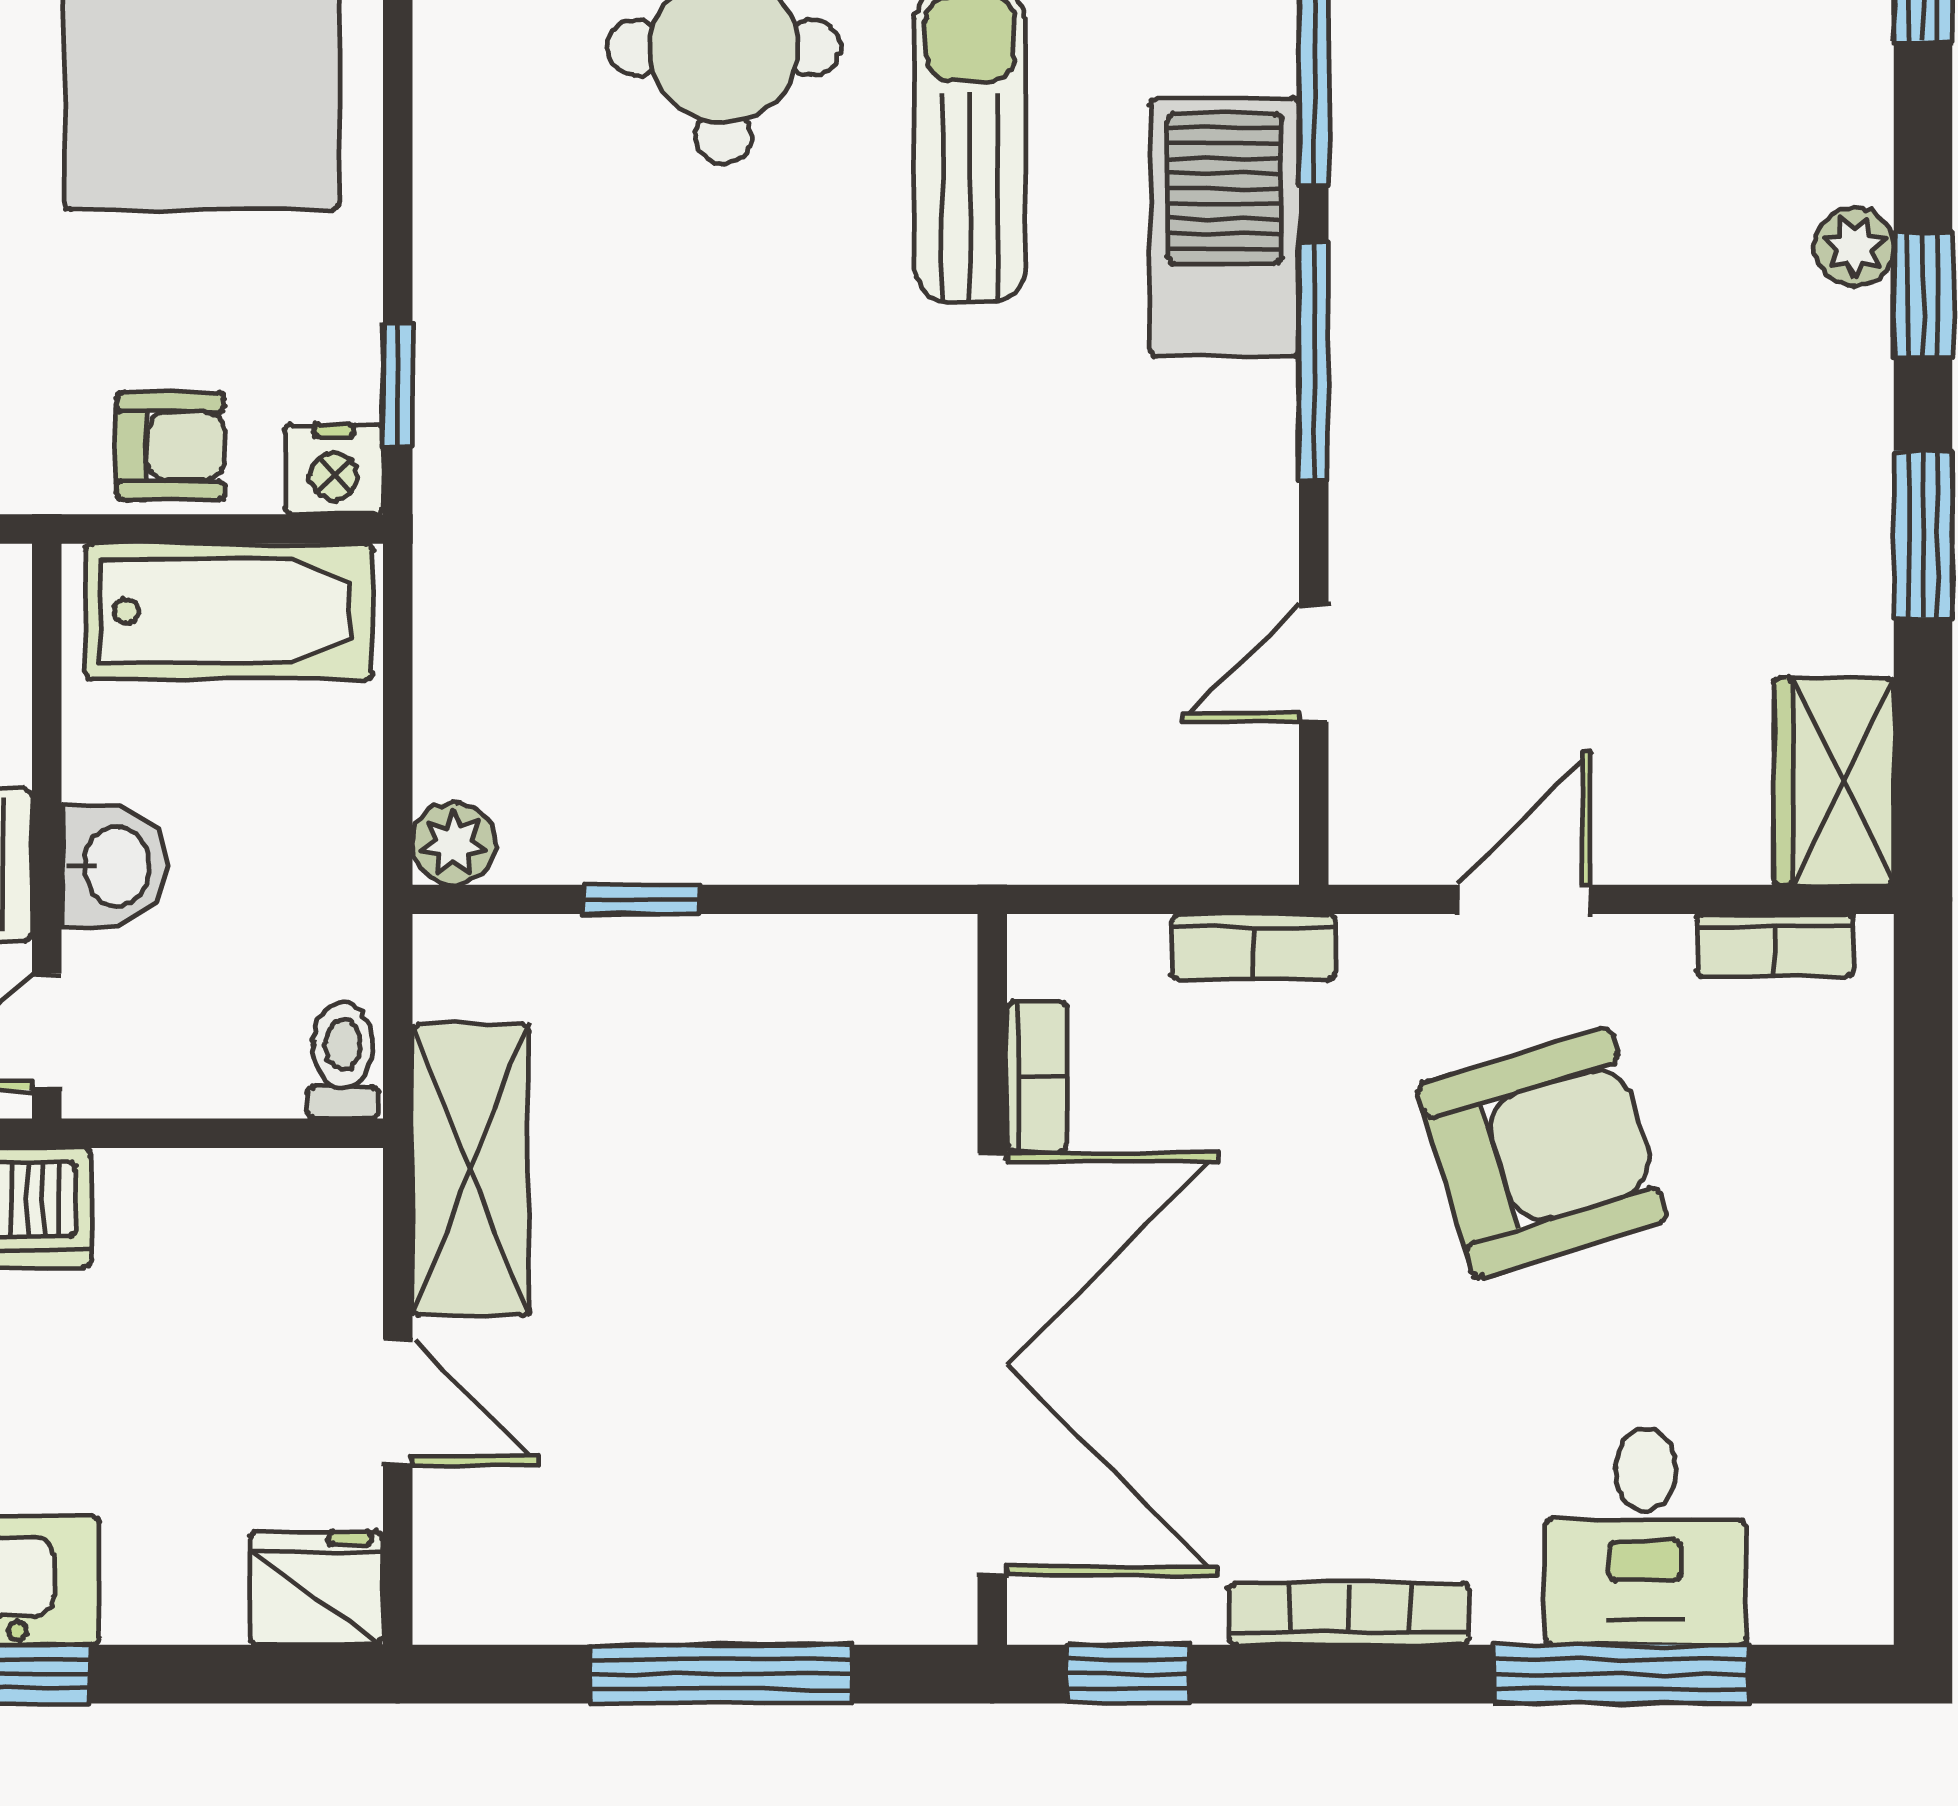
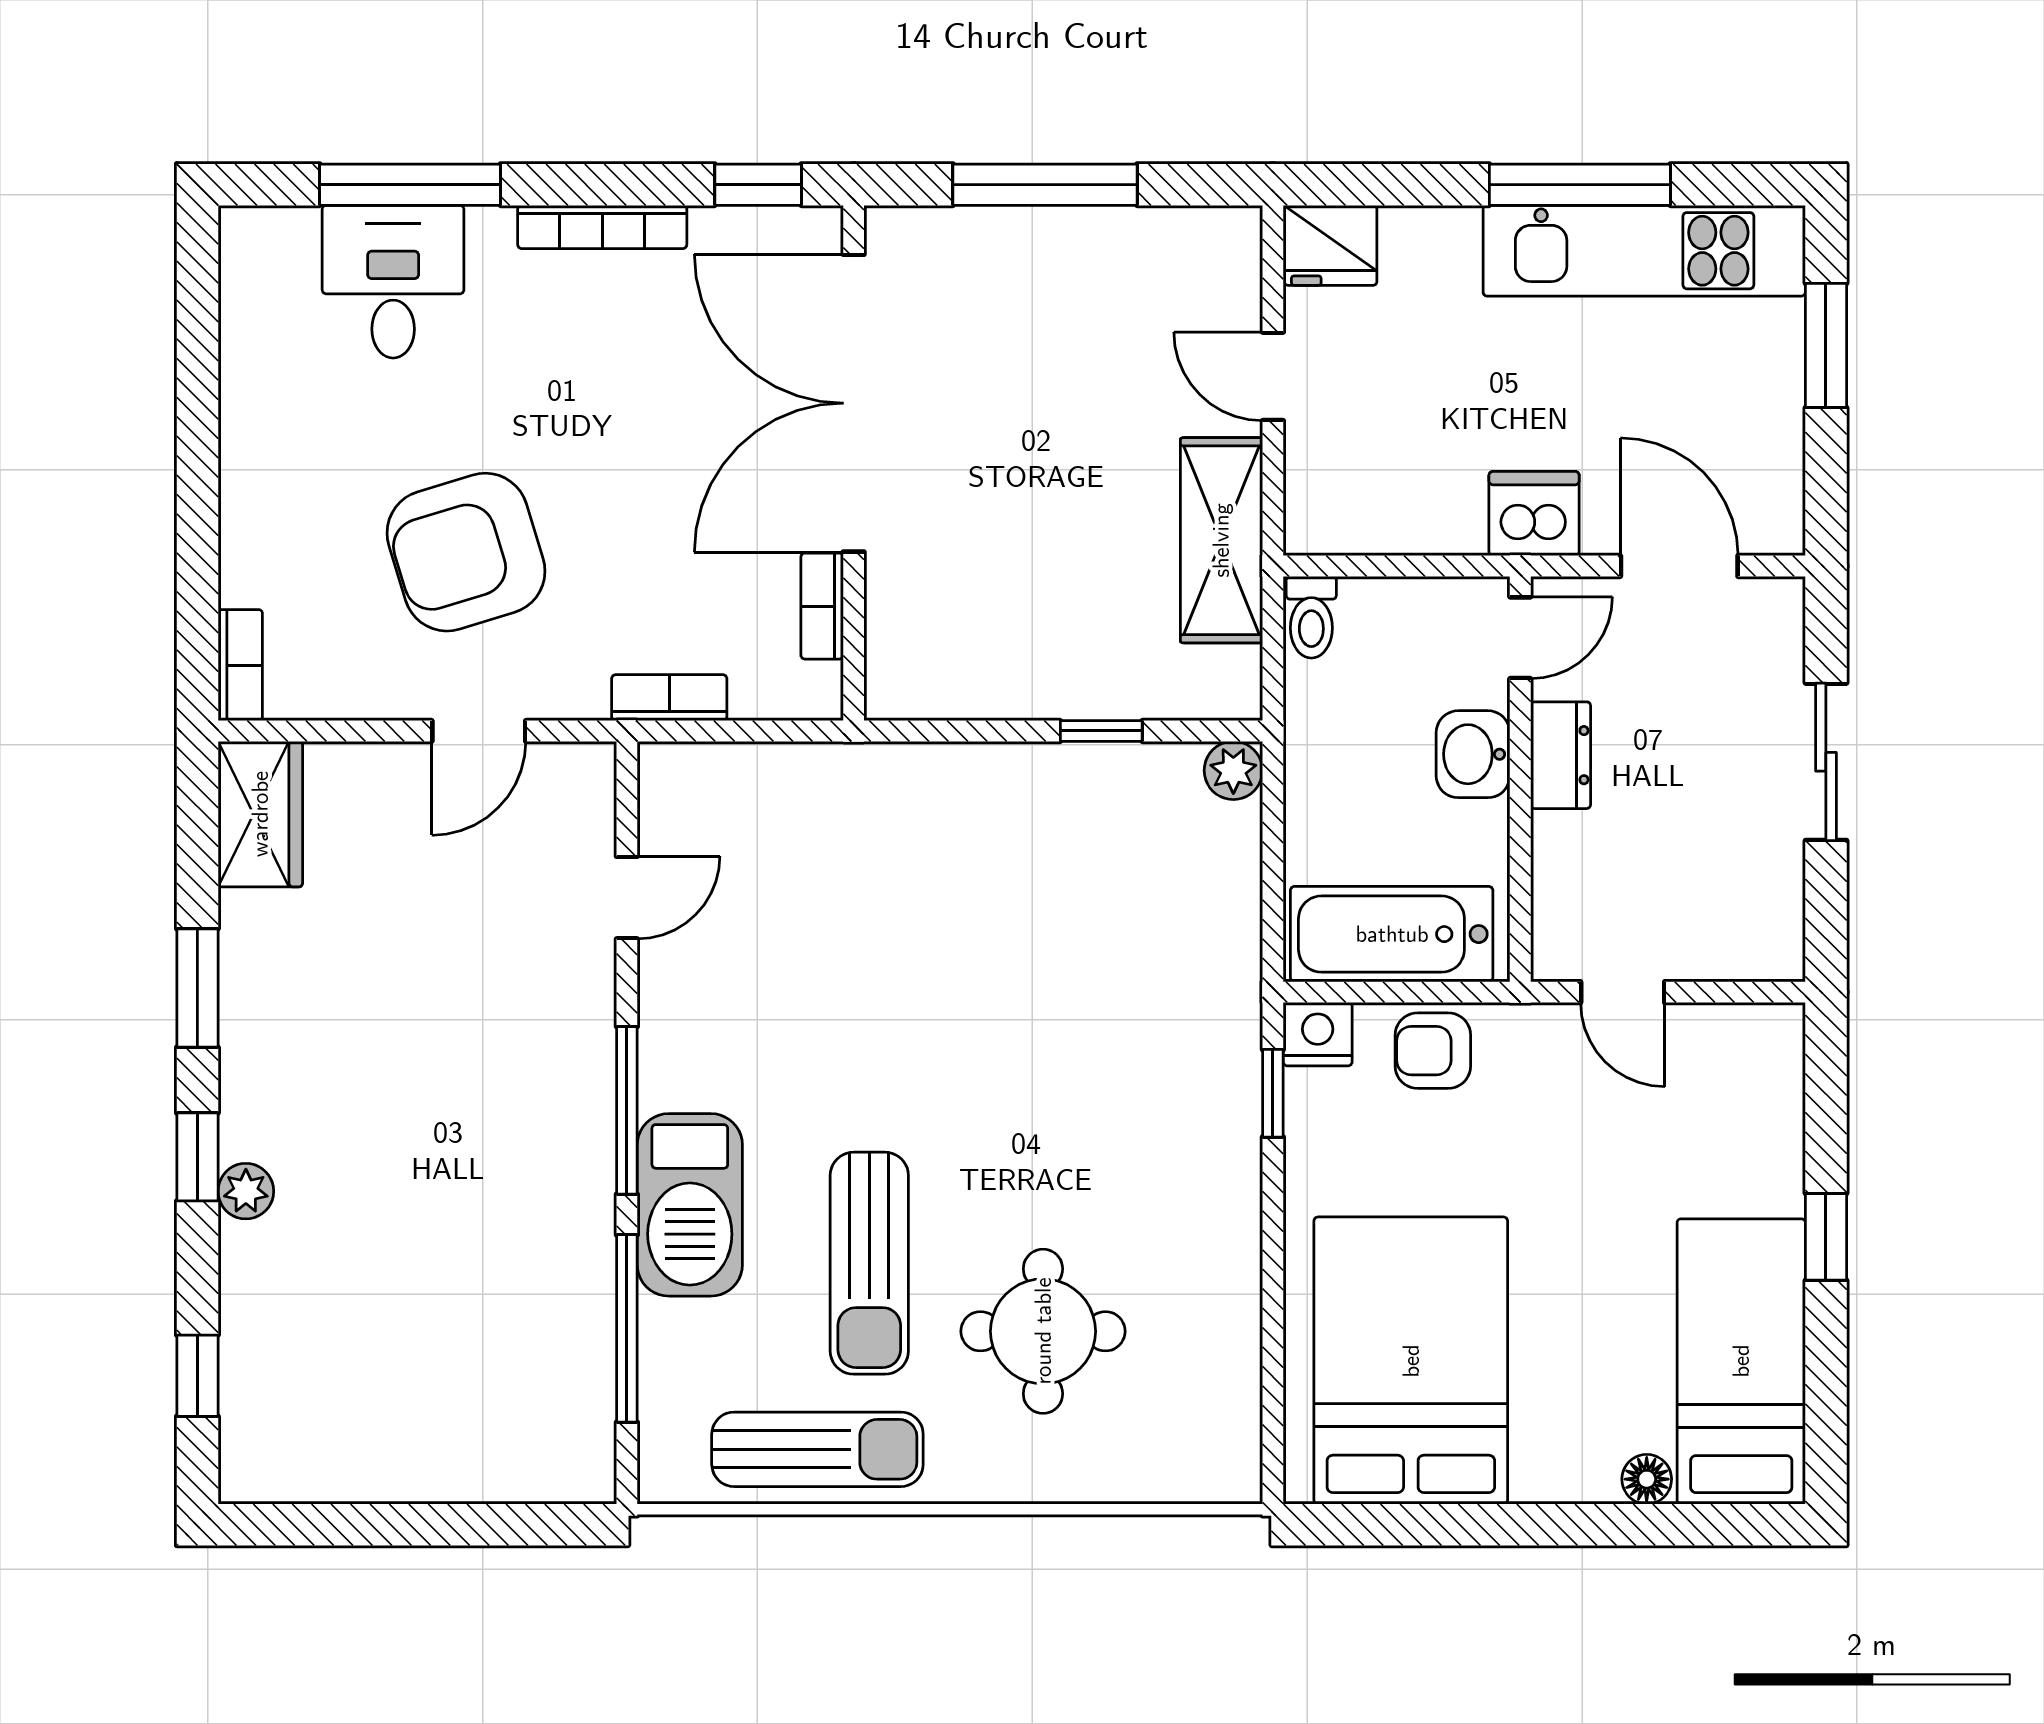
bookcase: (1775, 946) -> (240, 665), moved, turned 90

